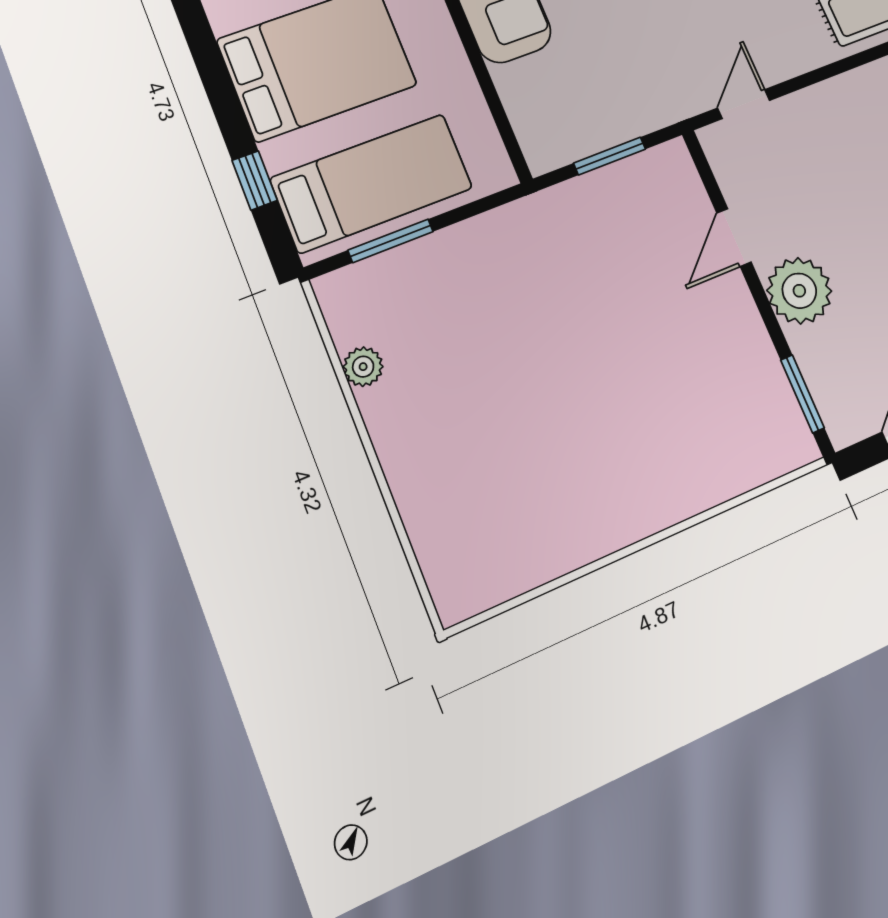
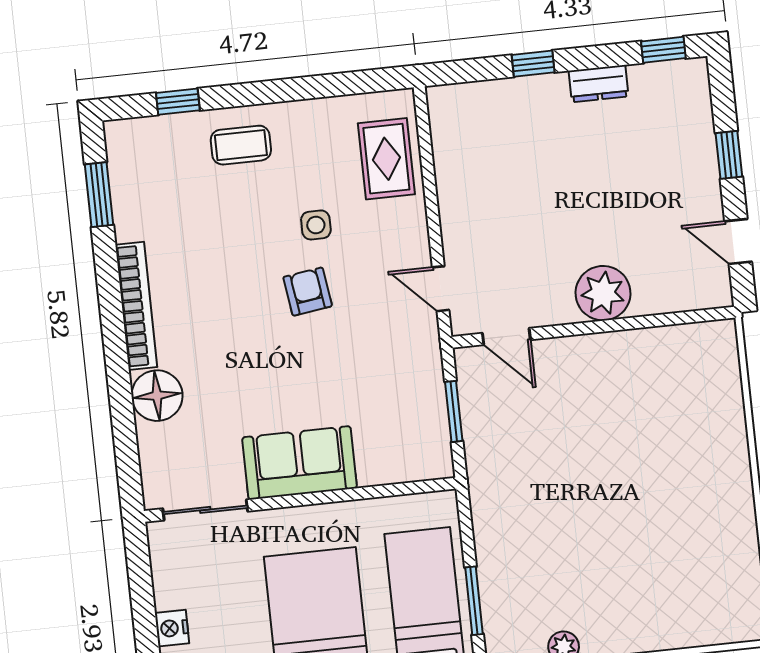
door: (734, 238) -> (506, 336), moved
window: (802, 394) -> (683, 318), removed

